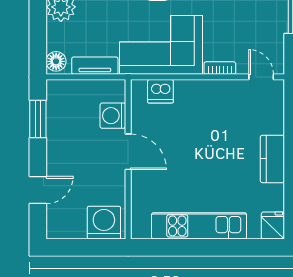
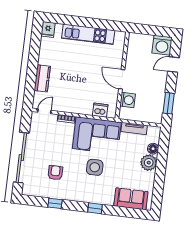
floor lamp: (56, 61) -> (153, 149), moved
door: (261, 77) -> (44, 111), swing flipped
kitchen counter: (272, 159) -> (42, 78), moved
washing machine: (104, 223) -> (162, 45), moved

